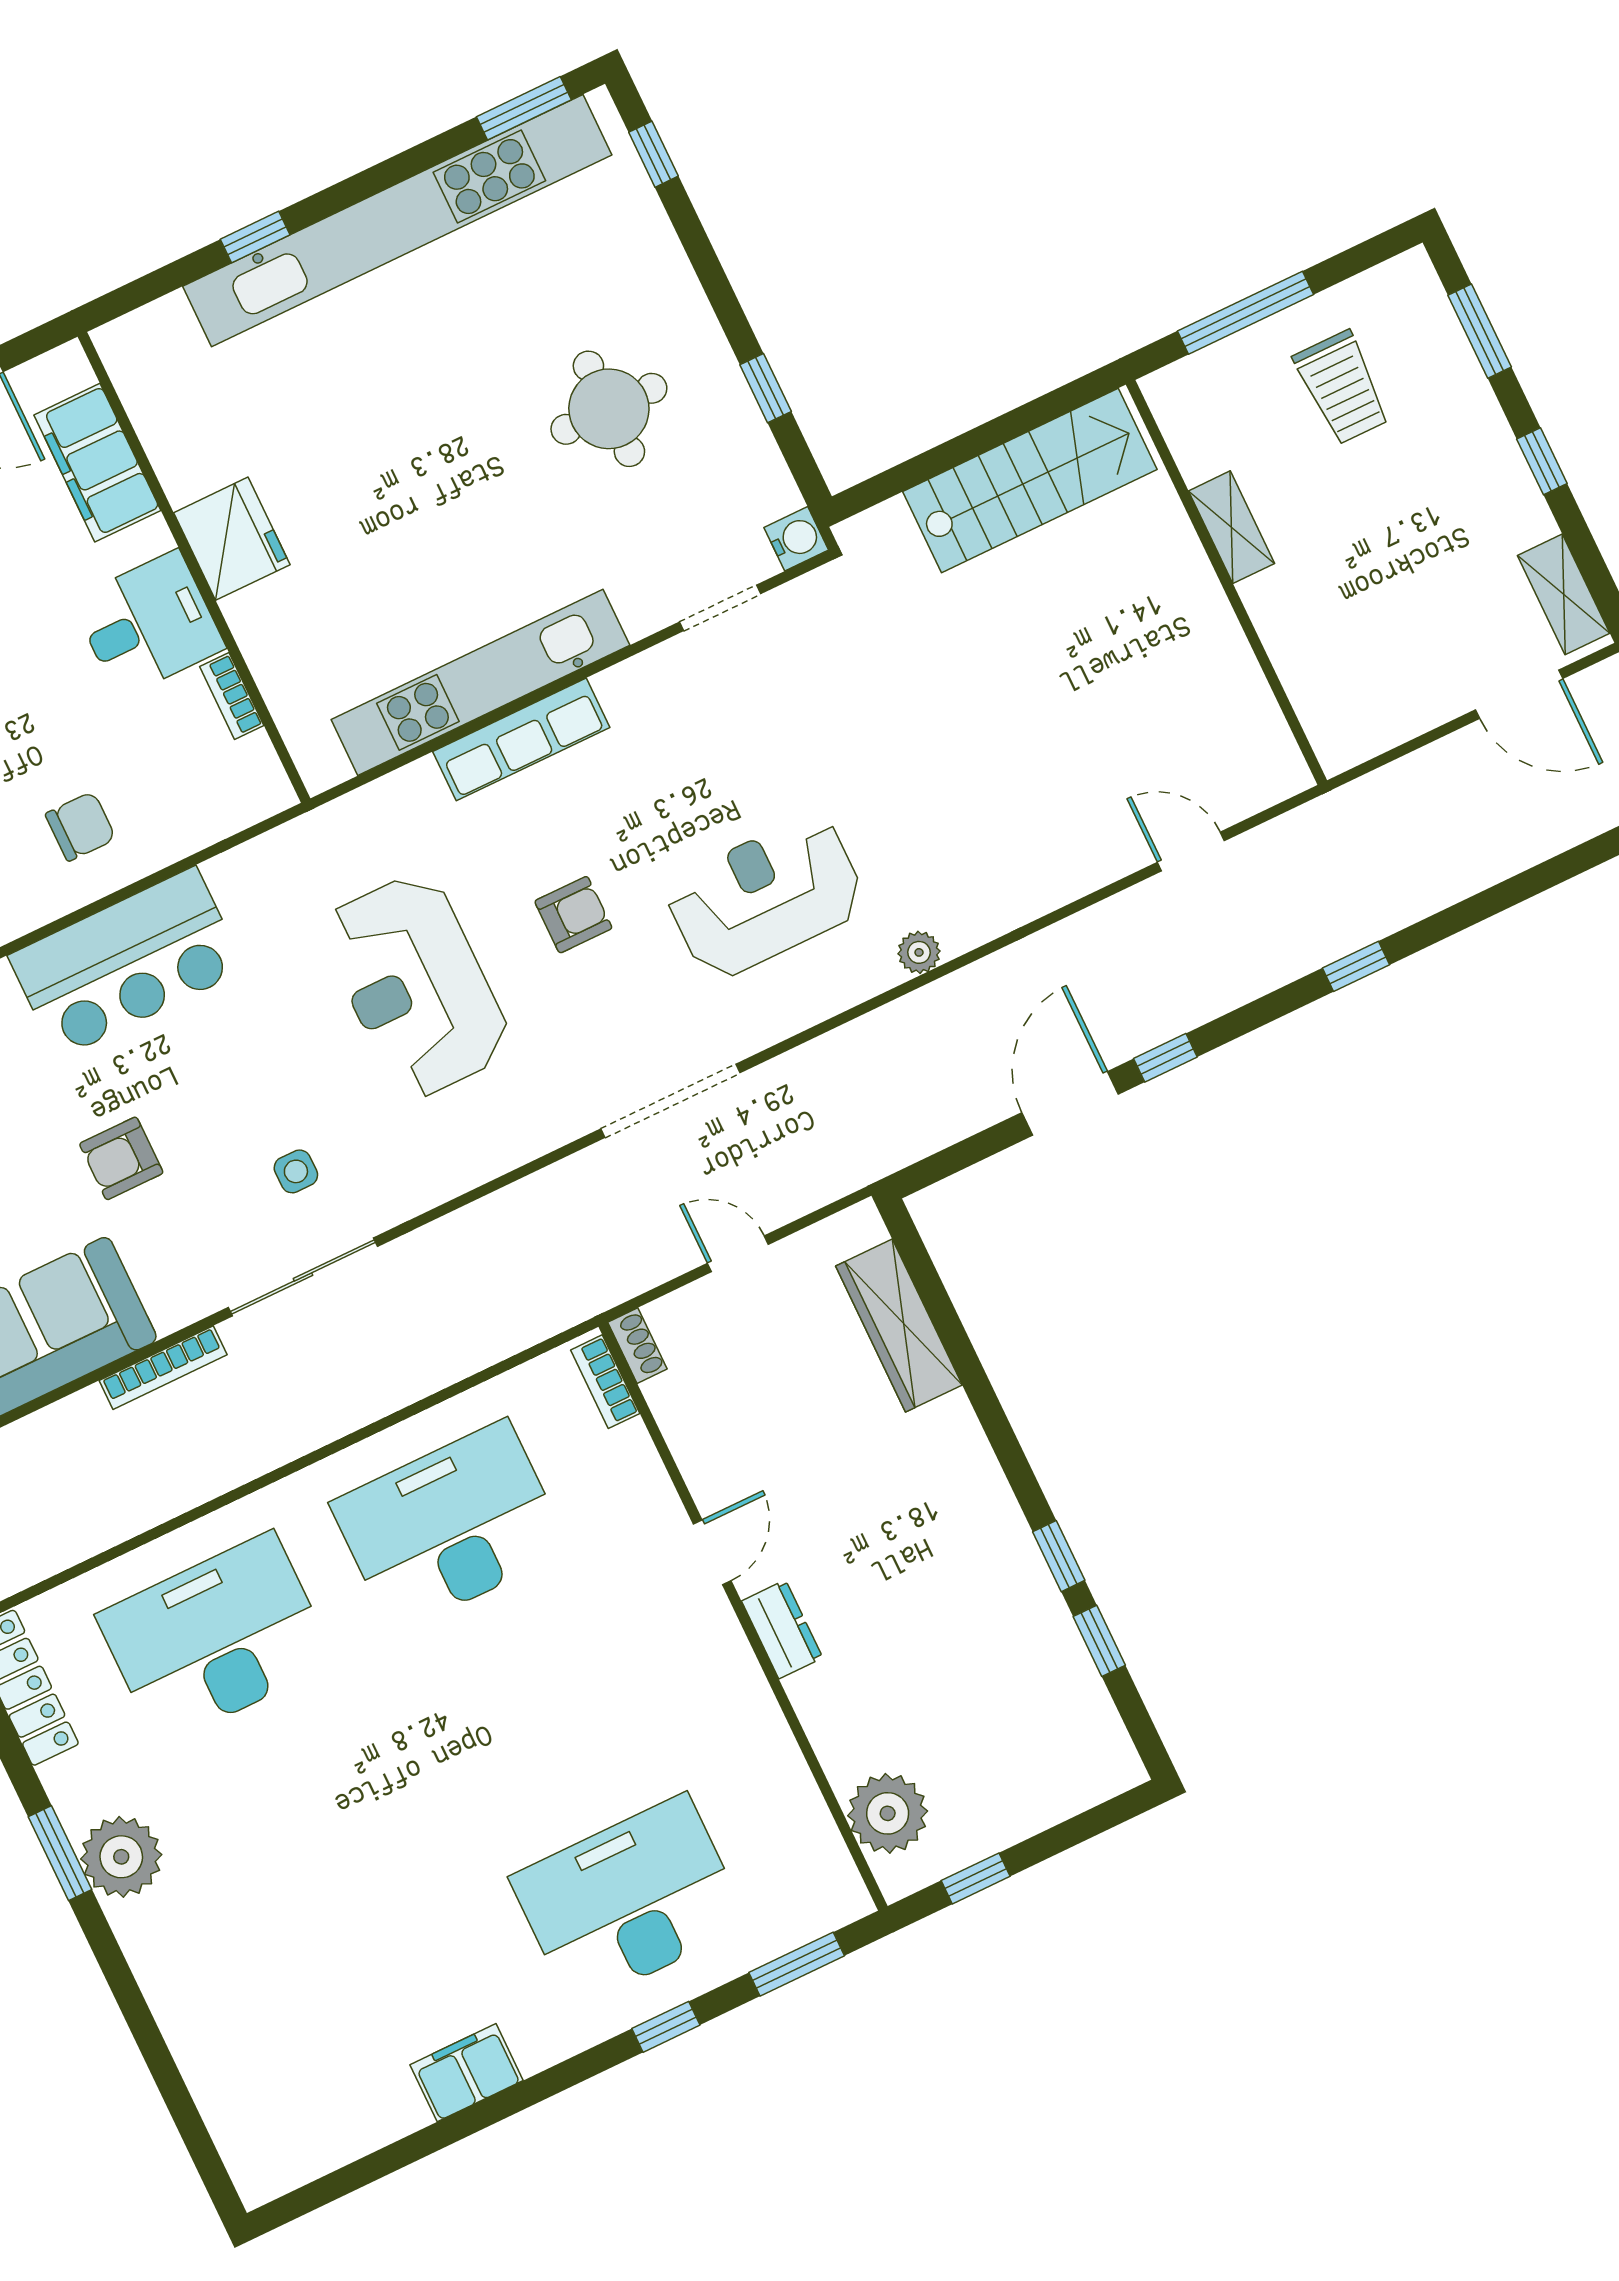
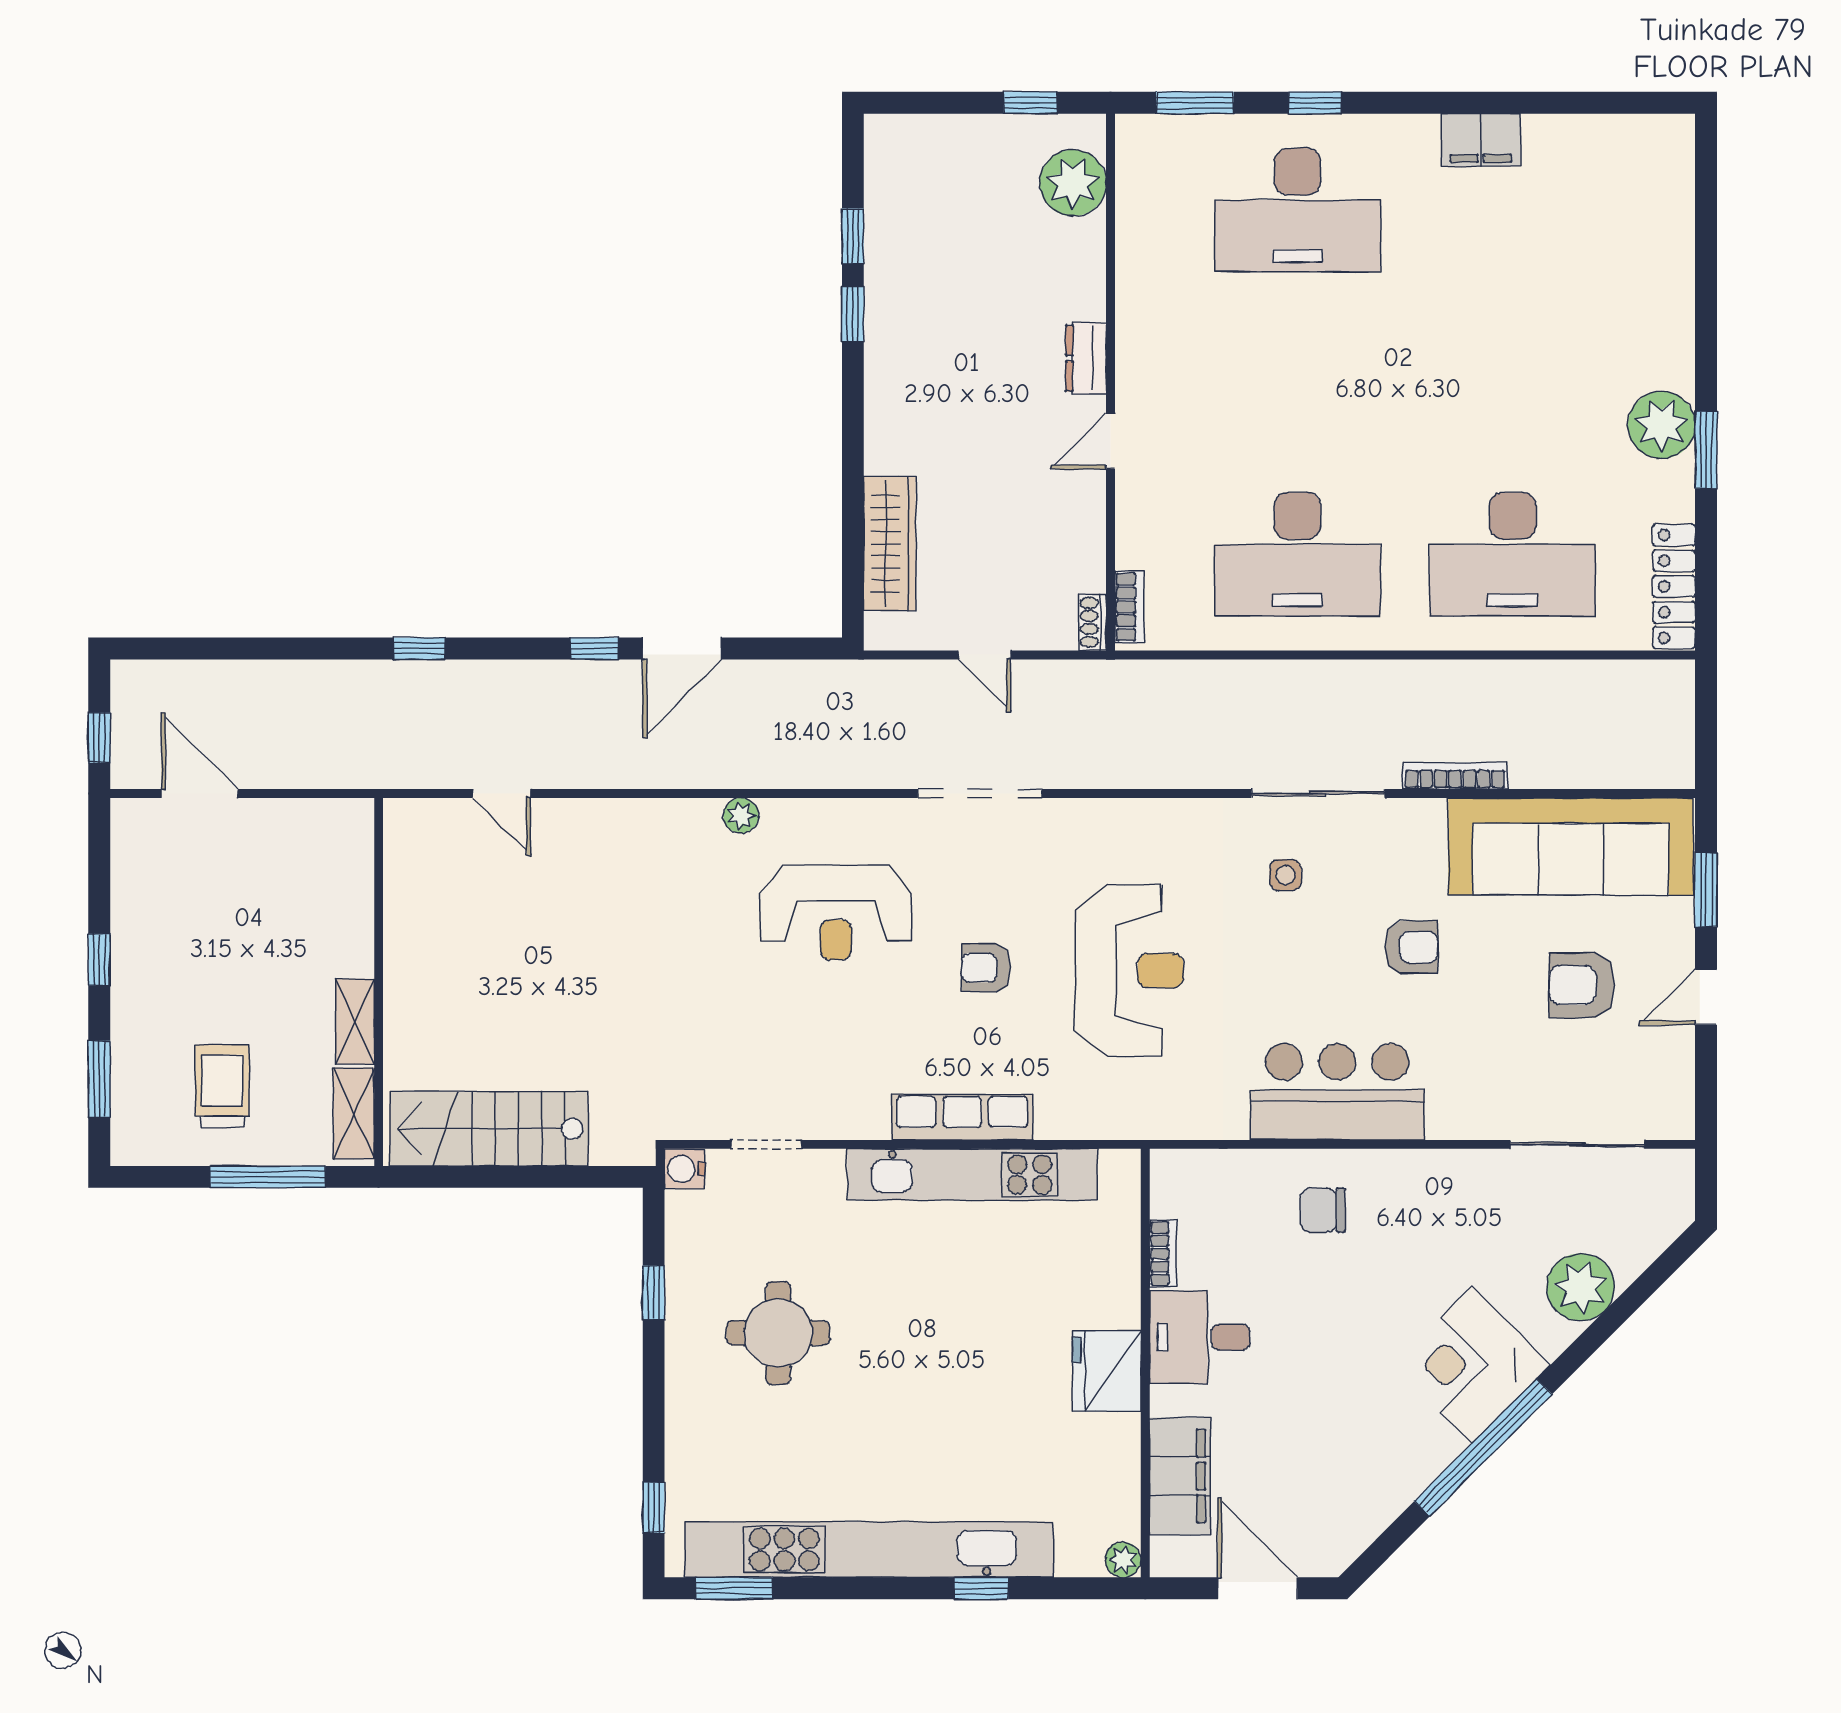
plant: (116, 342) -> (1123, 1560), added
shelving: (1564, 594) -> (354, 1113), moved

